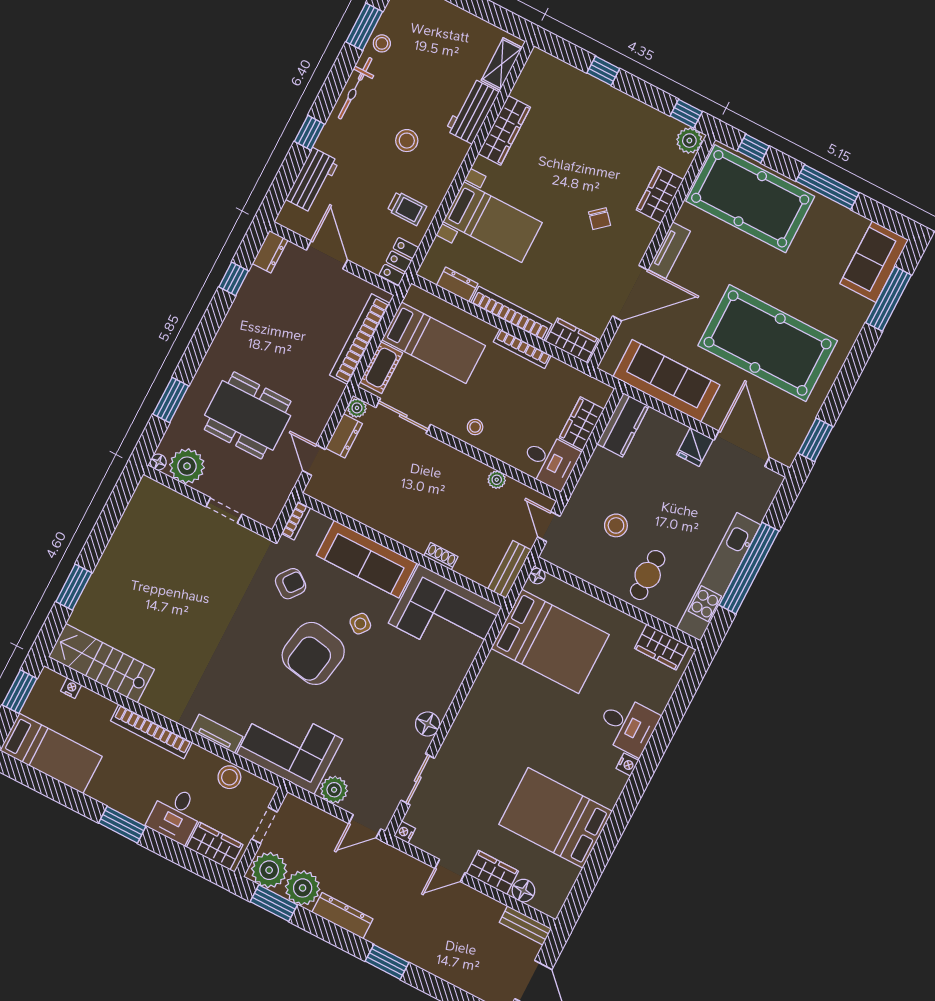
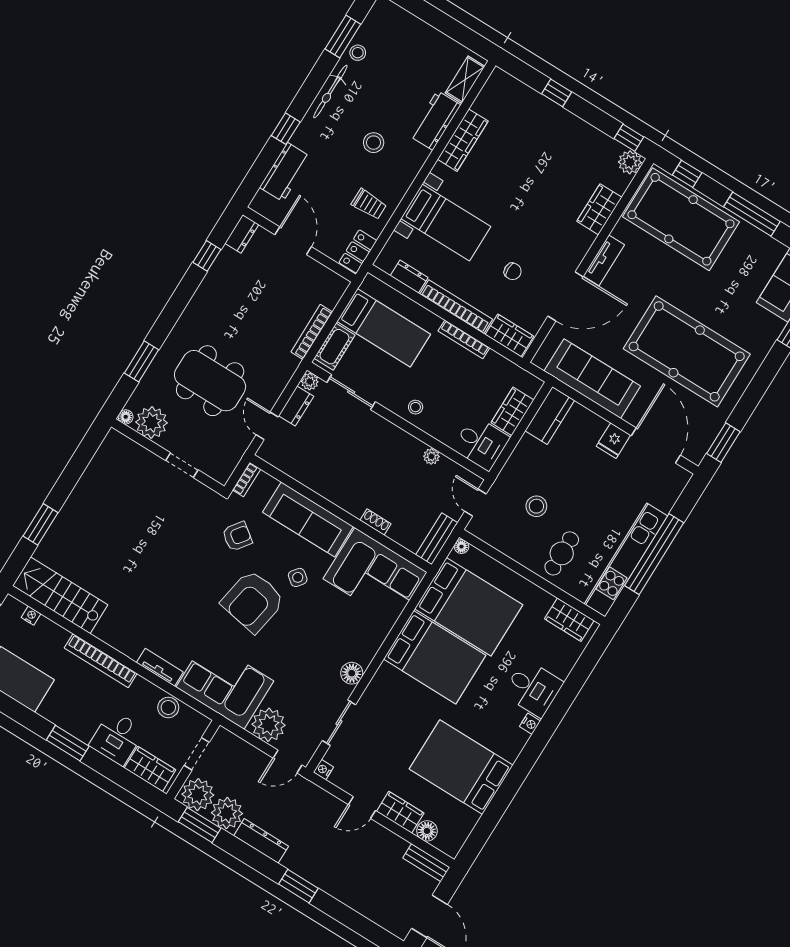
chair: (600, 219) -> (513, 271), moved, turned -49
bookcase: (360, 339) -> (312, 332), width x0.68, depth x0.76
bed: (517, 700) -> (435, 657), added
plant: (334, 790) -> (269, 725), width x1.36, depth x1.36

